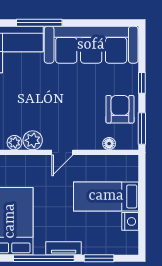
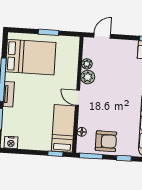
window: (142, 178) -> (55, 154), added
bed: (106, 196) -> (63, 128), moved
nightstand: (130, 221) -> (11, 142), moved

